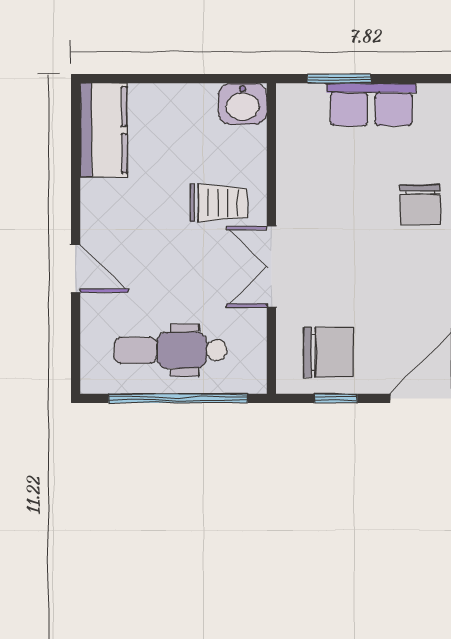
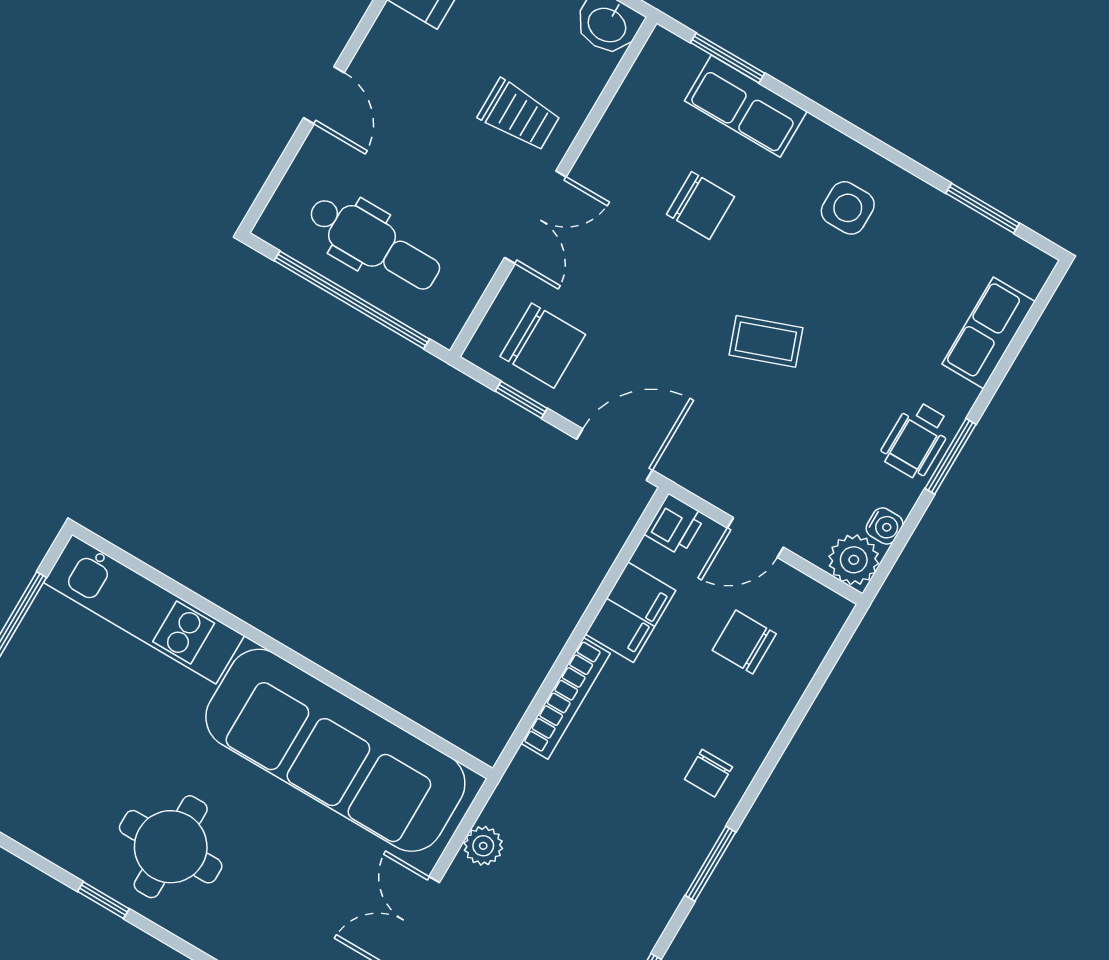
chair: (420, 205) -> (700, 205), moved, turned -90
double door: (271, 267) -> (535, 217), swing flipped
dental chair: (170, 350) -> (374, 243), turned 180

